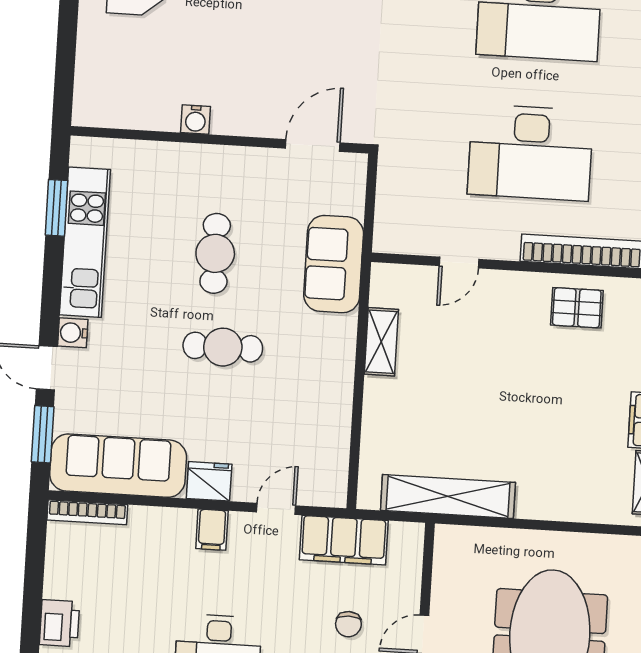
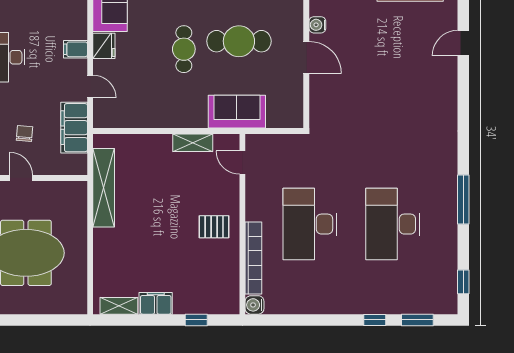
door: (313, 145) -> (306, 57), moved
cafe table: (215, 253) -> (239, 41), width x1.37, depth x1.35
door: (459, 262) -> (242, 163), moved
pallet: (577, 308) -> (214, 227), moved, turned 90
chair: (348, 624) -> (25, 133), turned 95

